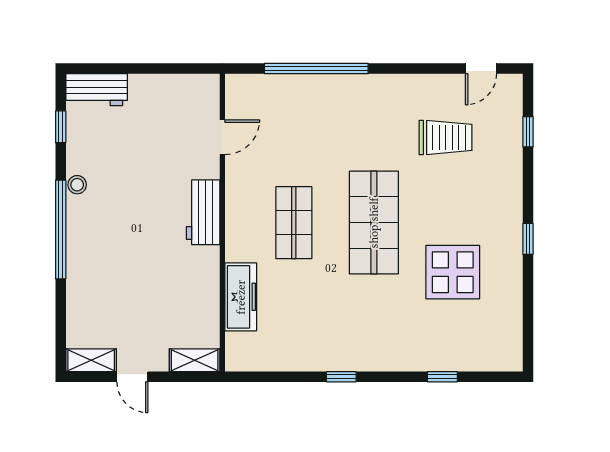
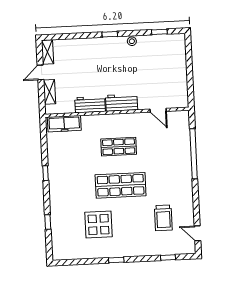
workbench: (97, 90) -> (90, 105), moved, turned 90
window: (61, 229) -> (110, 34), width x0.32
freezer: (241, 297) -> (64, 124), moved
shelving: (195, 360) -> (49, 92), moved

